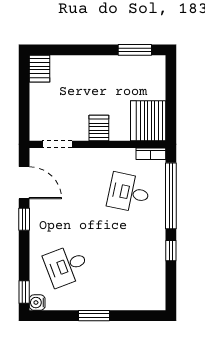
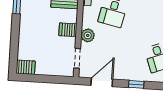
plant: (92, 158) -> (88, 35), added
window: (24, 219) -> (136, 84), moved

